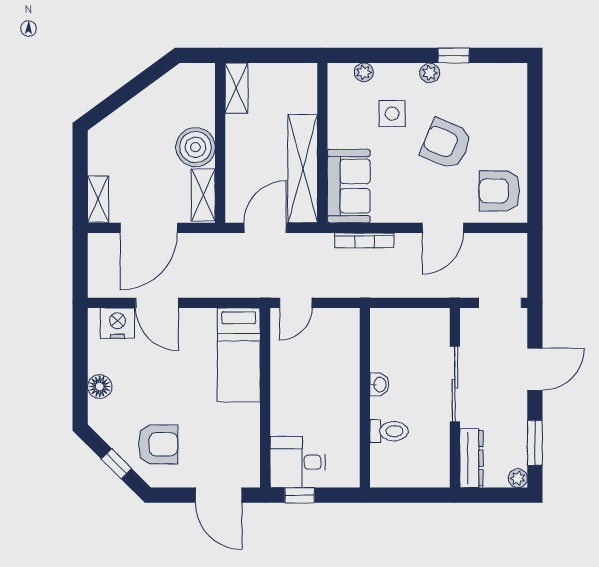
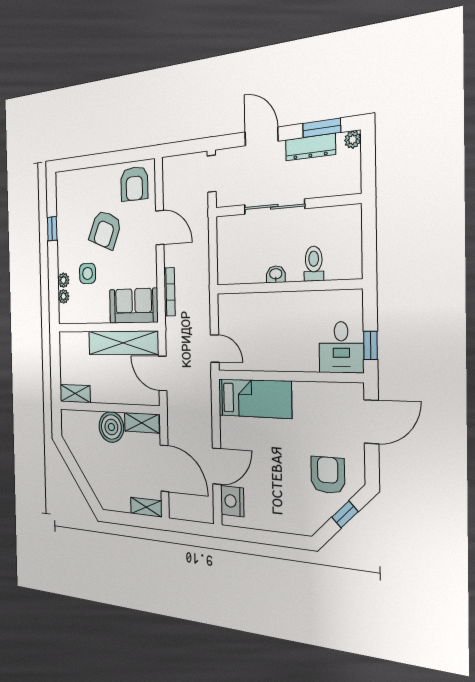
plant: (430, 73) -> (63, 280), moved
floor lamp: (100, 387) -> (281, 522), removed
dresser: (471, 458) -> (310, 147), moved, turned 180

